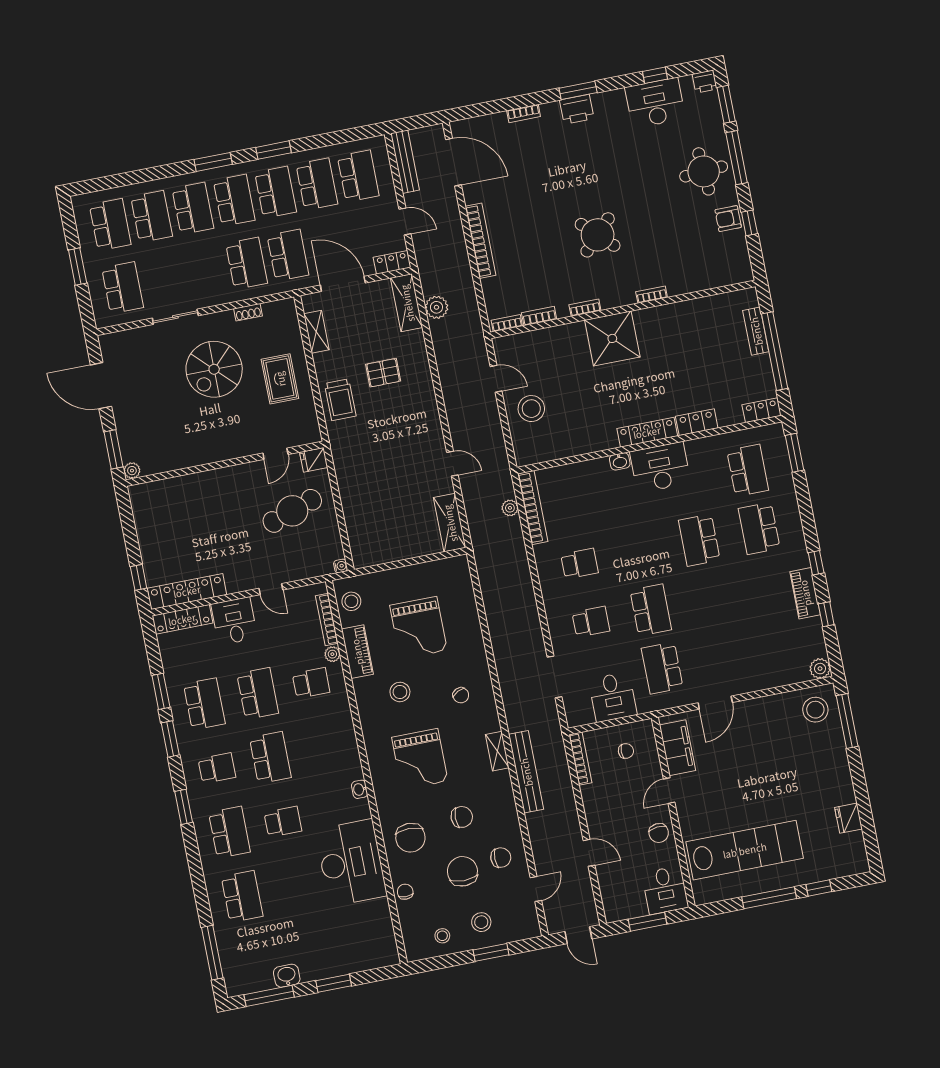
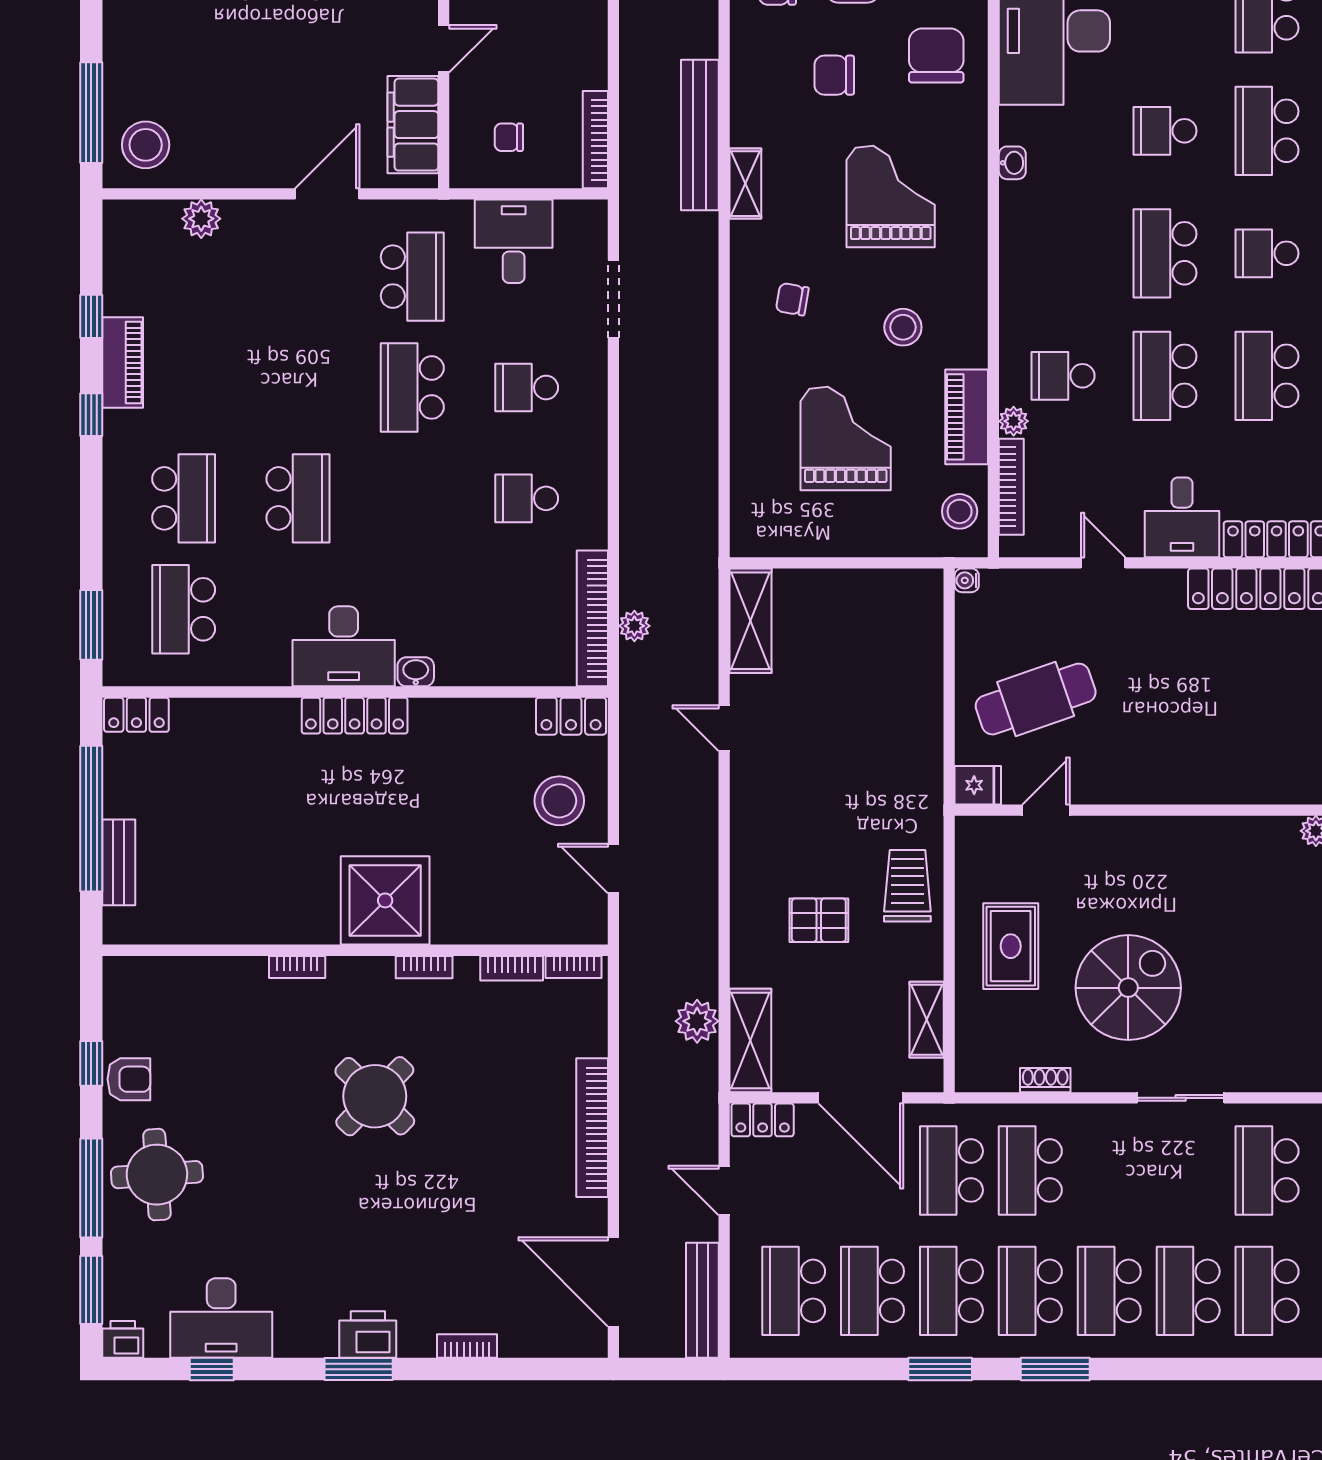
locker: (697, 422) -> (571, 716), moved
plant: (820, 669) -> (201, 219), moved
chair: (461, 695) -> (792, 299), turned -53

